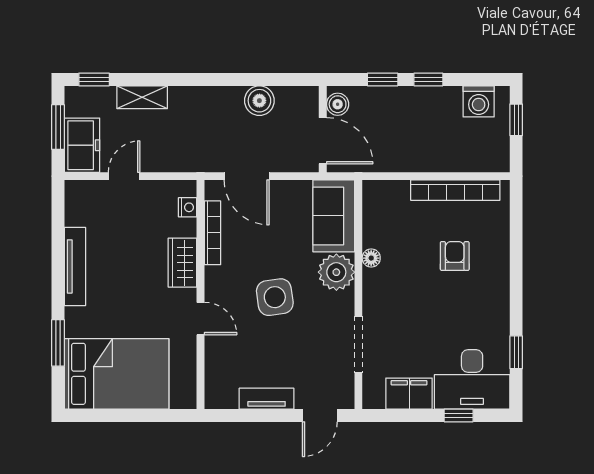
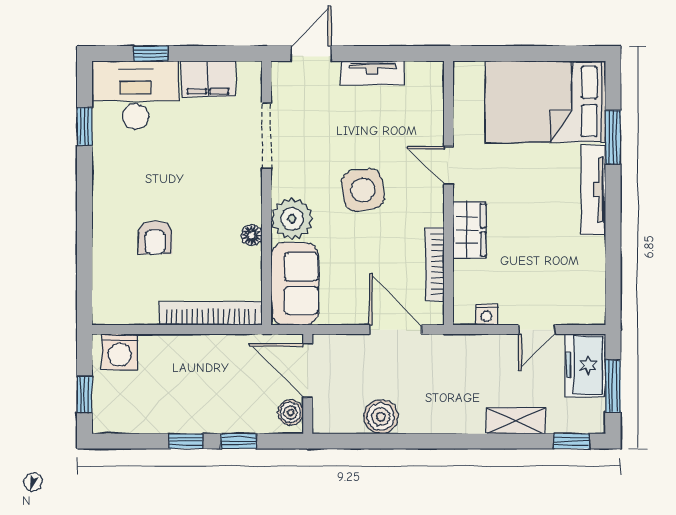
washing machine: (479, 101) -> (120, 352), moved, turned 180
bookcase: (455, 190) -> (211, 313), moved
nightstand: (188, 207) -> (486, 315), moved, turned -90
tv unit: (75, 266) -> (593, 190), moved

